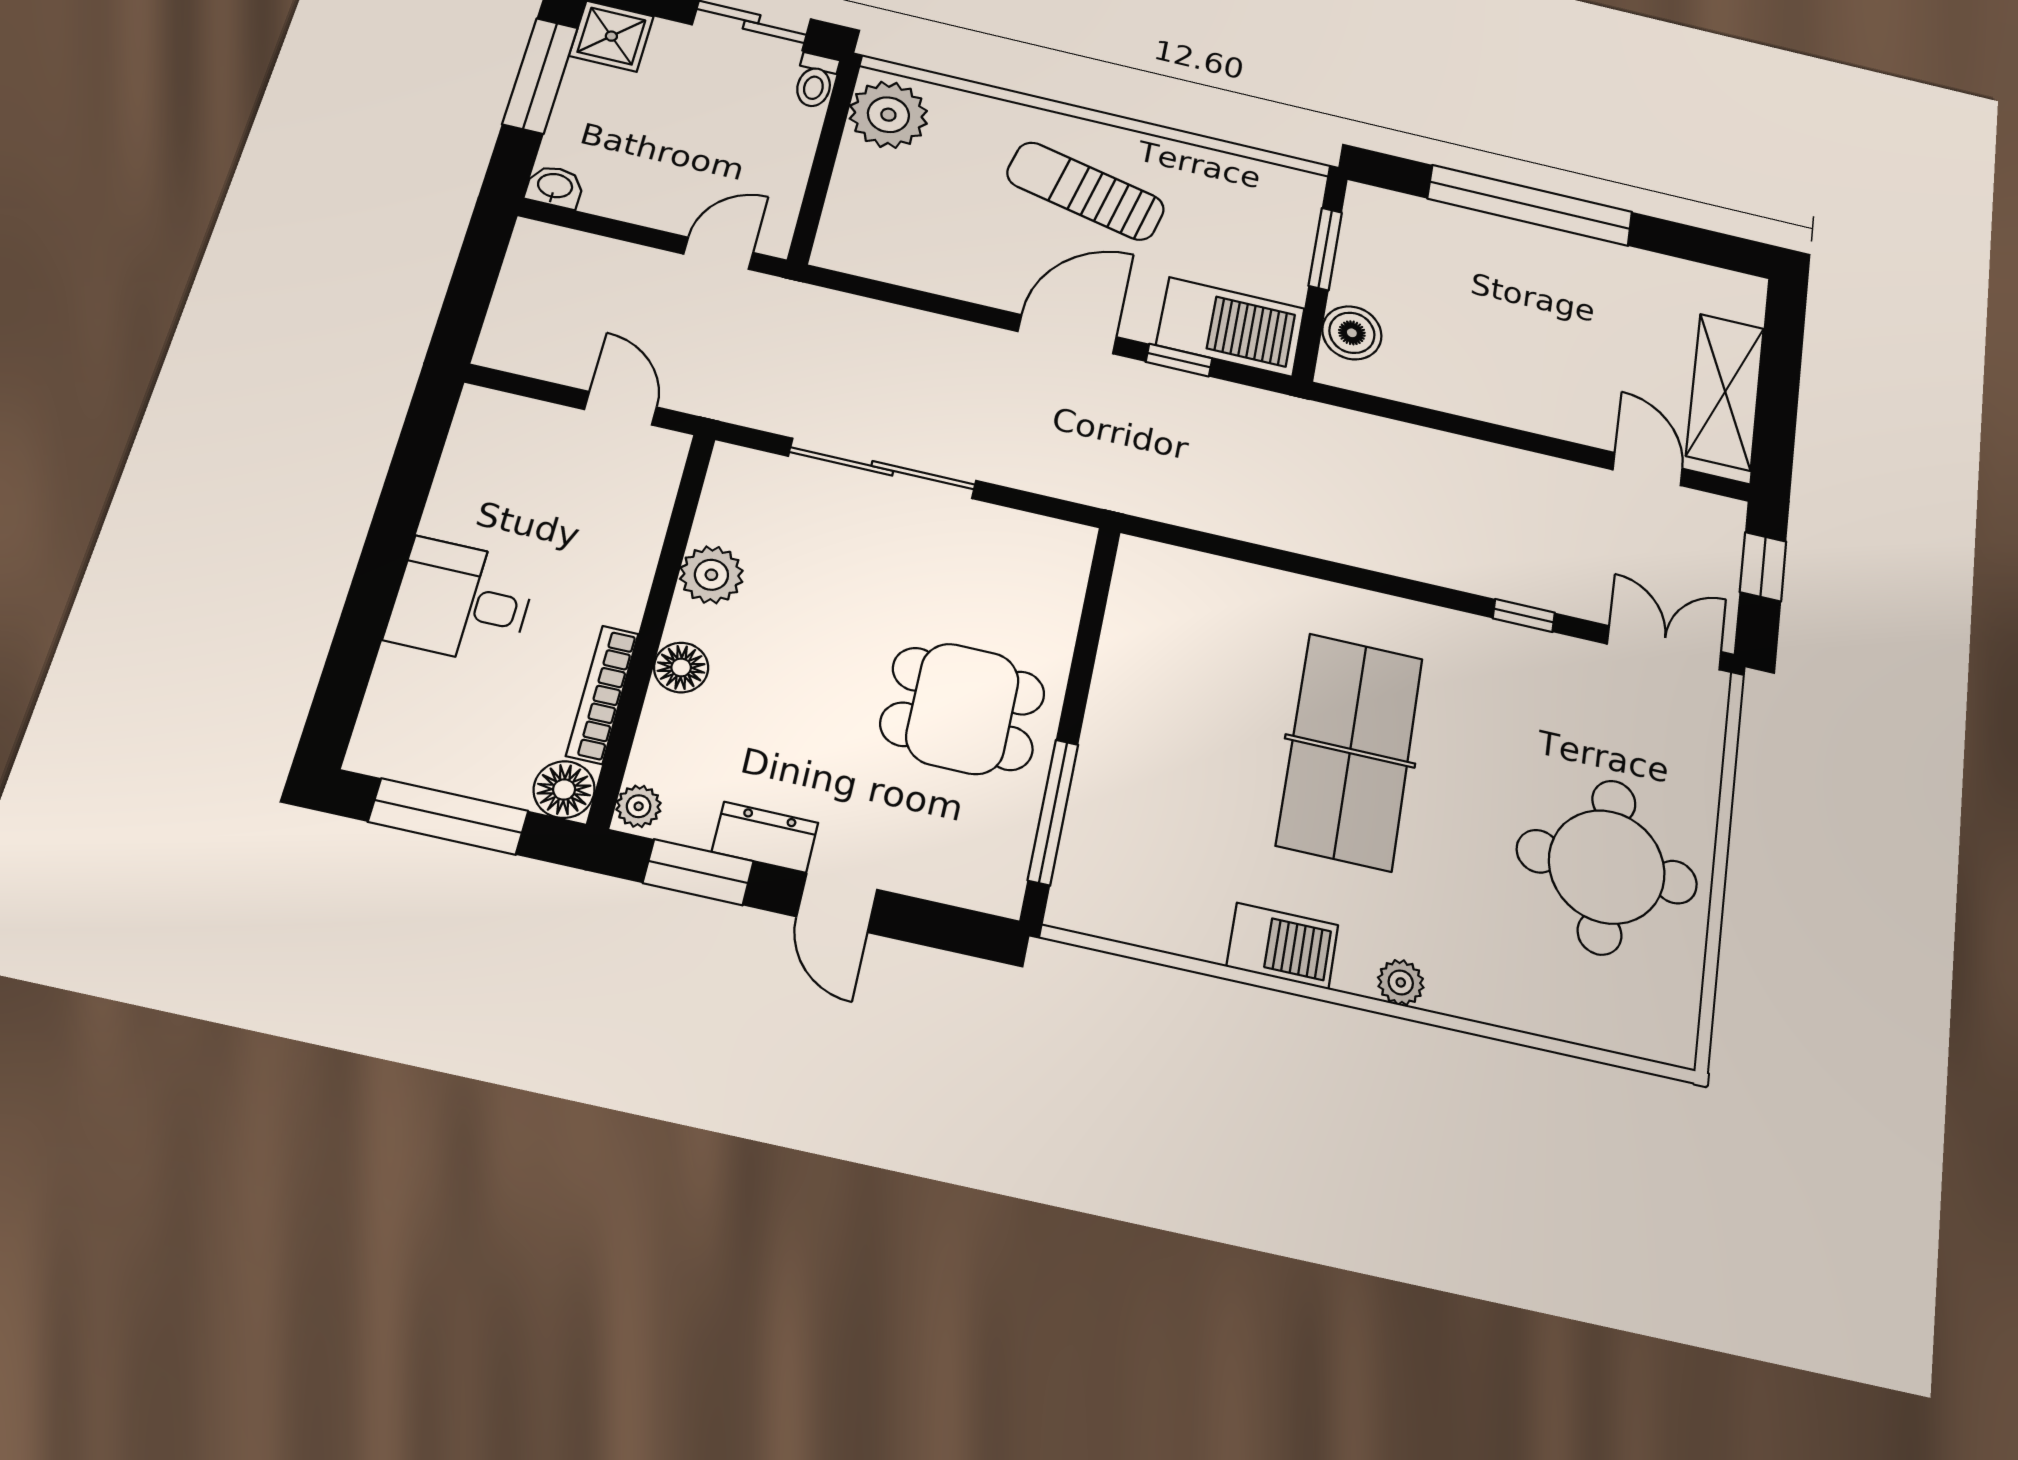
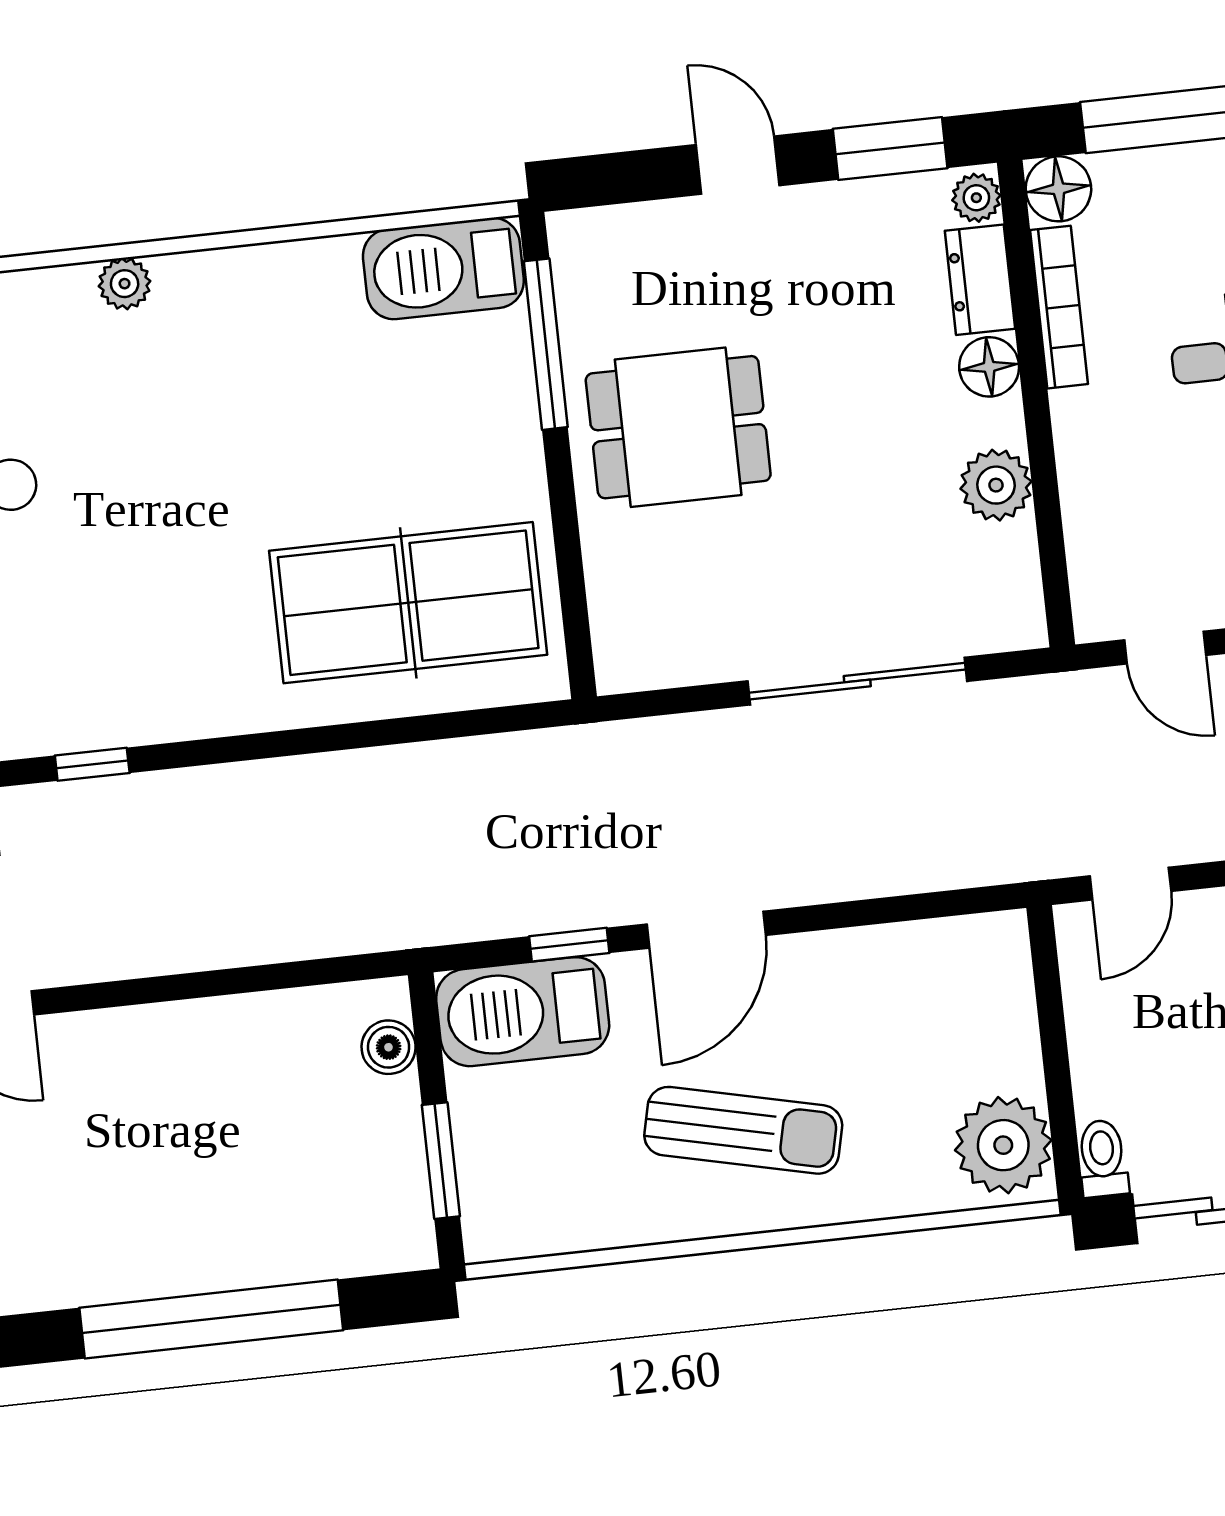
boiler: (1352, 333) -> (389, 1047), width x0.73, depth x0.73
table tennis table: (1350, 751) -> (408, 603), moved, turned 90
dresser: (765, 837) -> (980, 280), moved, turned 90
barbecue: (1282, 946) -> (443, 268), moved, width x1.37, depth x1.21

